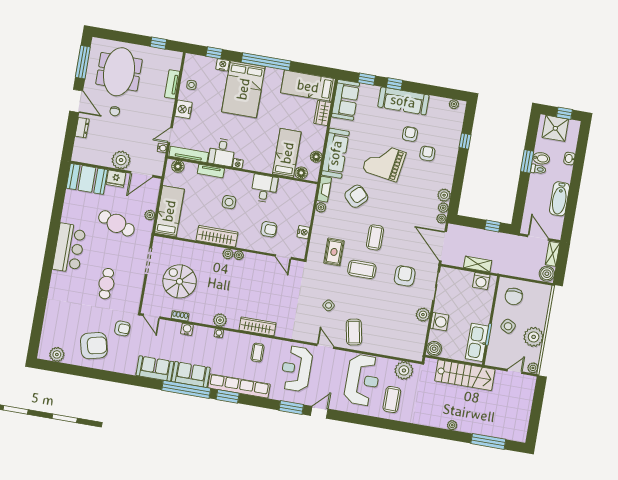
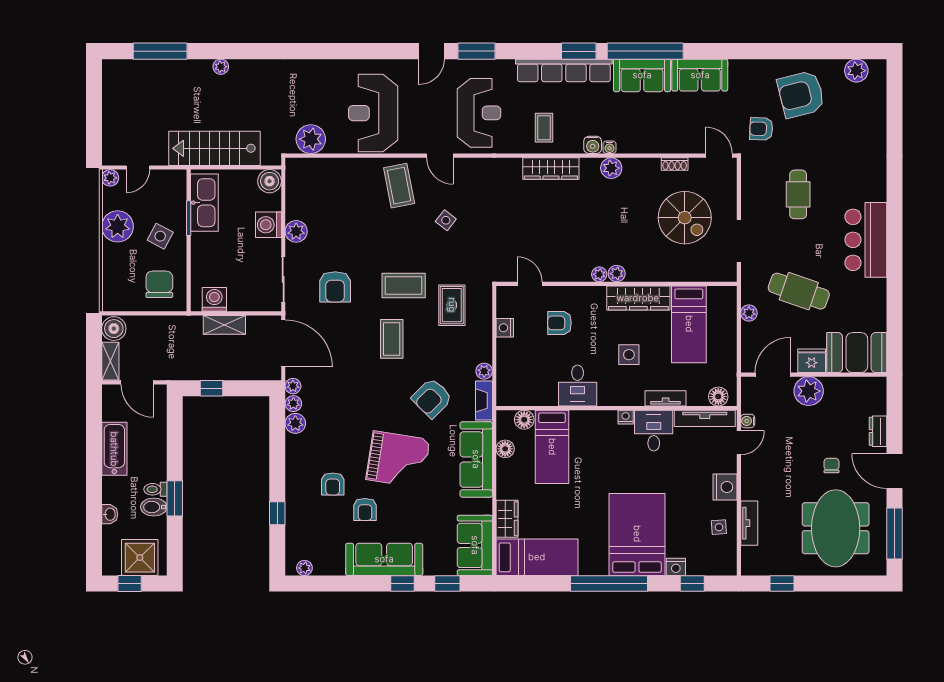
bed: (169, 211) -> (689, 324), moved
water cooler: (187, 329) -> (593, 145), moved
coffee table: (392, 399) -> (322, 91), removed

